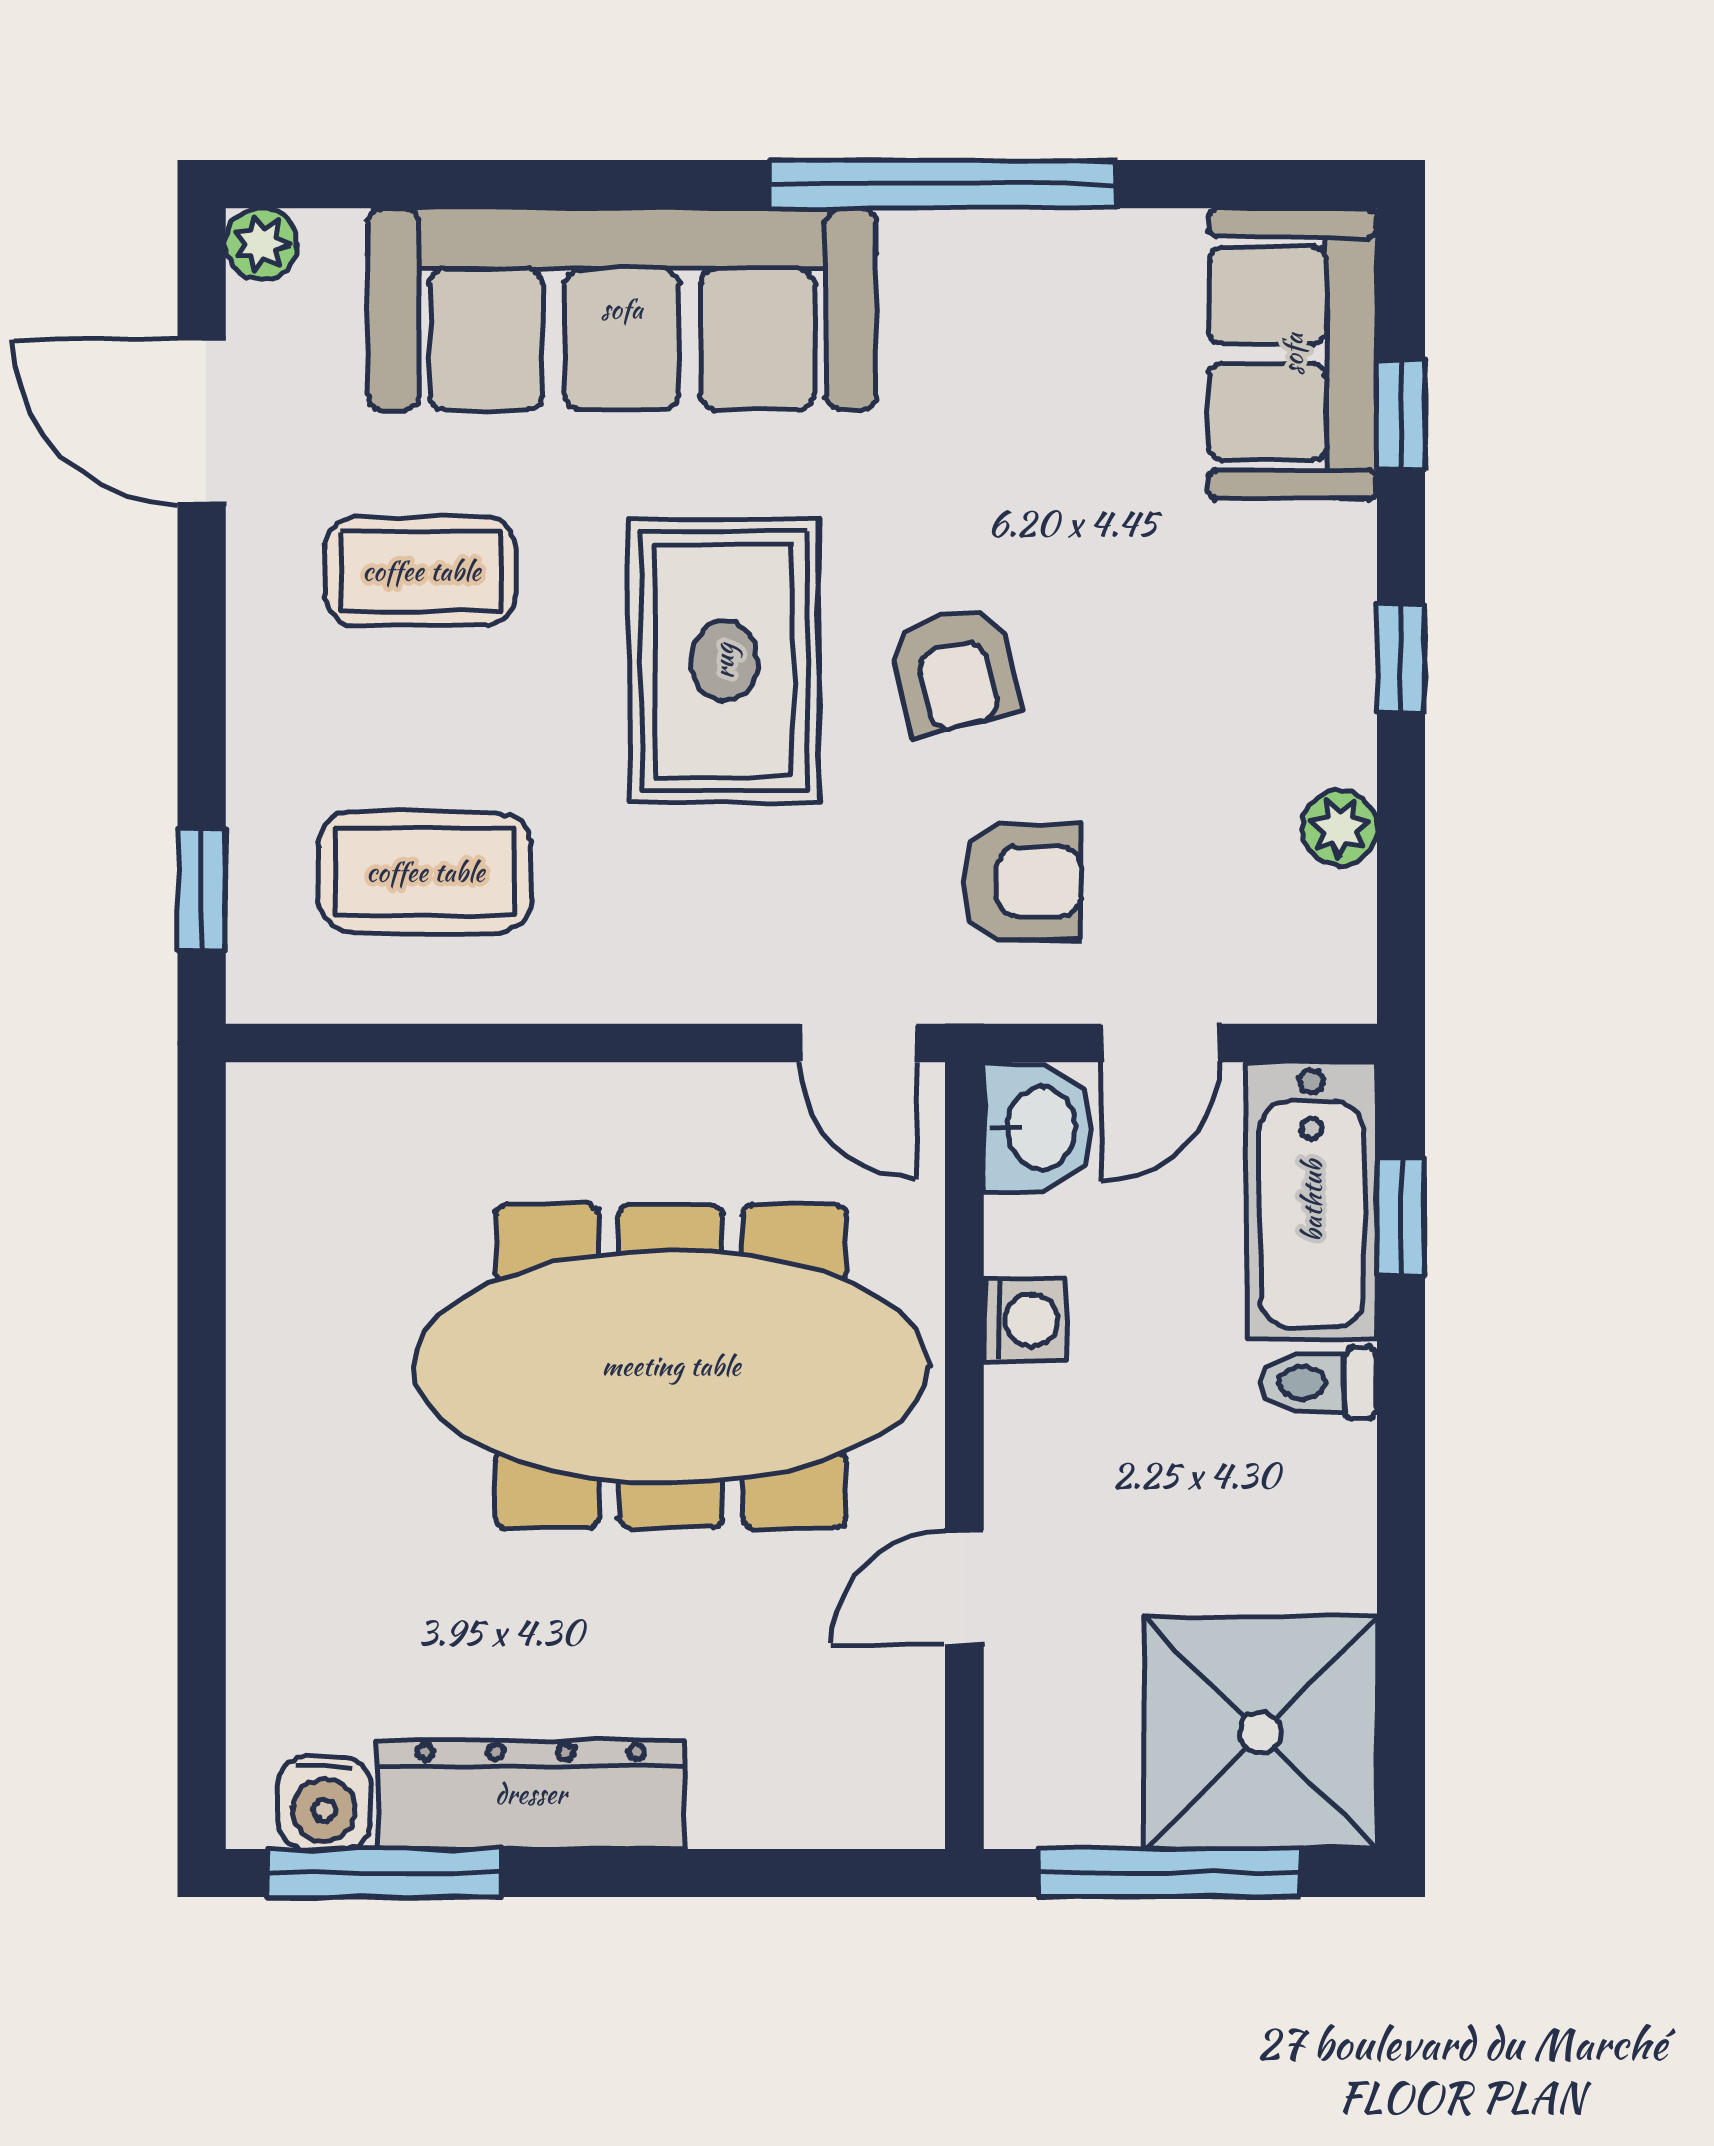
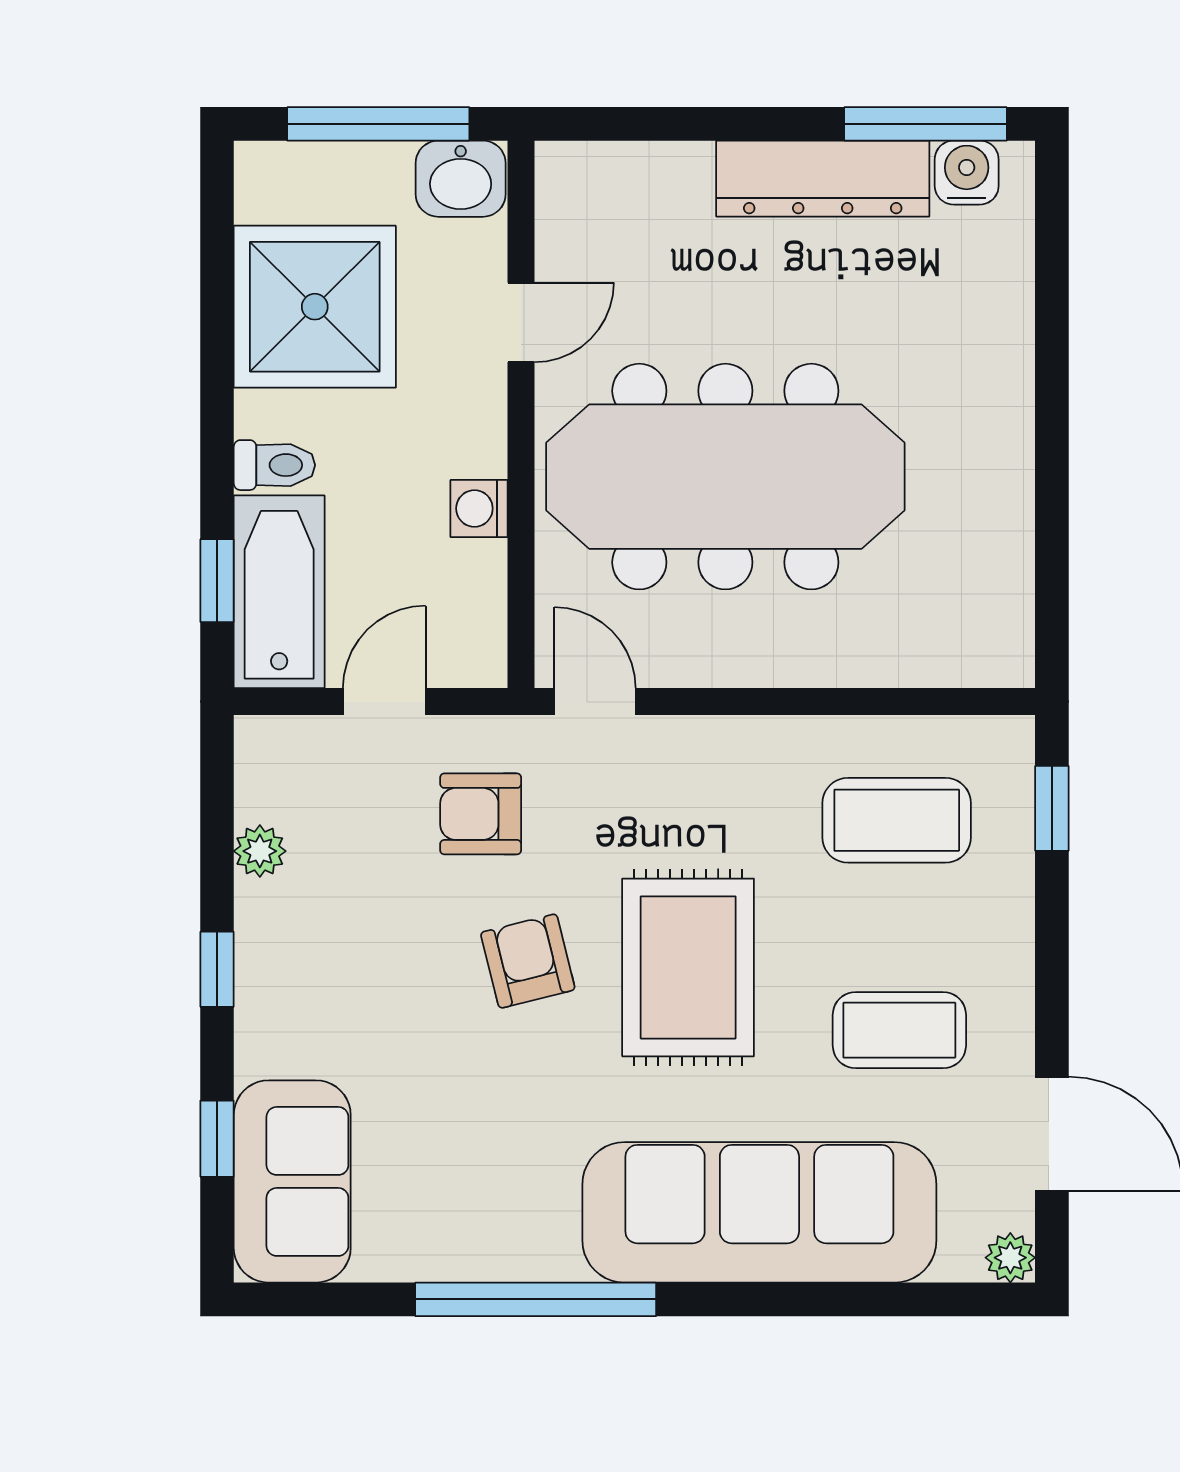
washbasin: (1038, 1128) -> (461, 179), moved, turned -90
shower: (1261, 1733) -> (315, 307), moved

